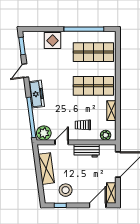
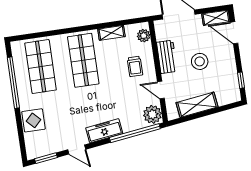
stool: (66, 190) -> (200, 61), moved

